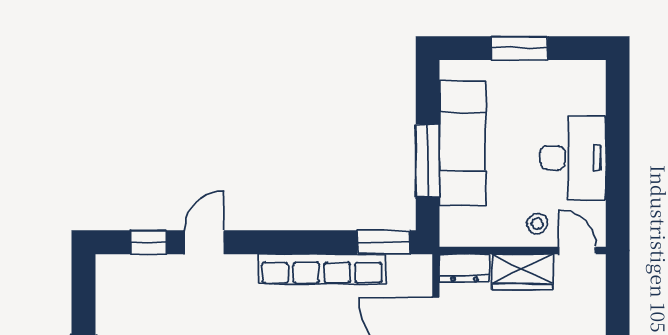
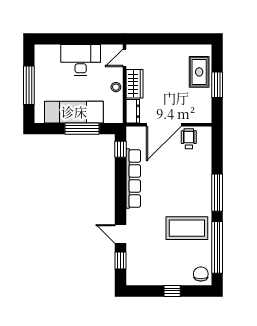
window: (519, 48) -> (29, 85), width x1.44
stool: (537, 224) -> (116, 87), moved
window: (384, 242) -> (121, 149), width x0.67

